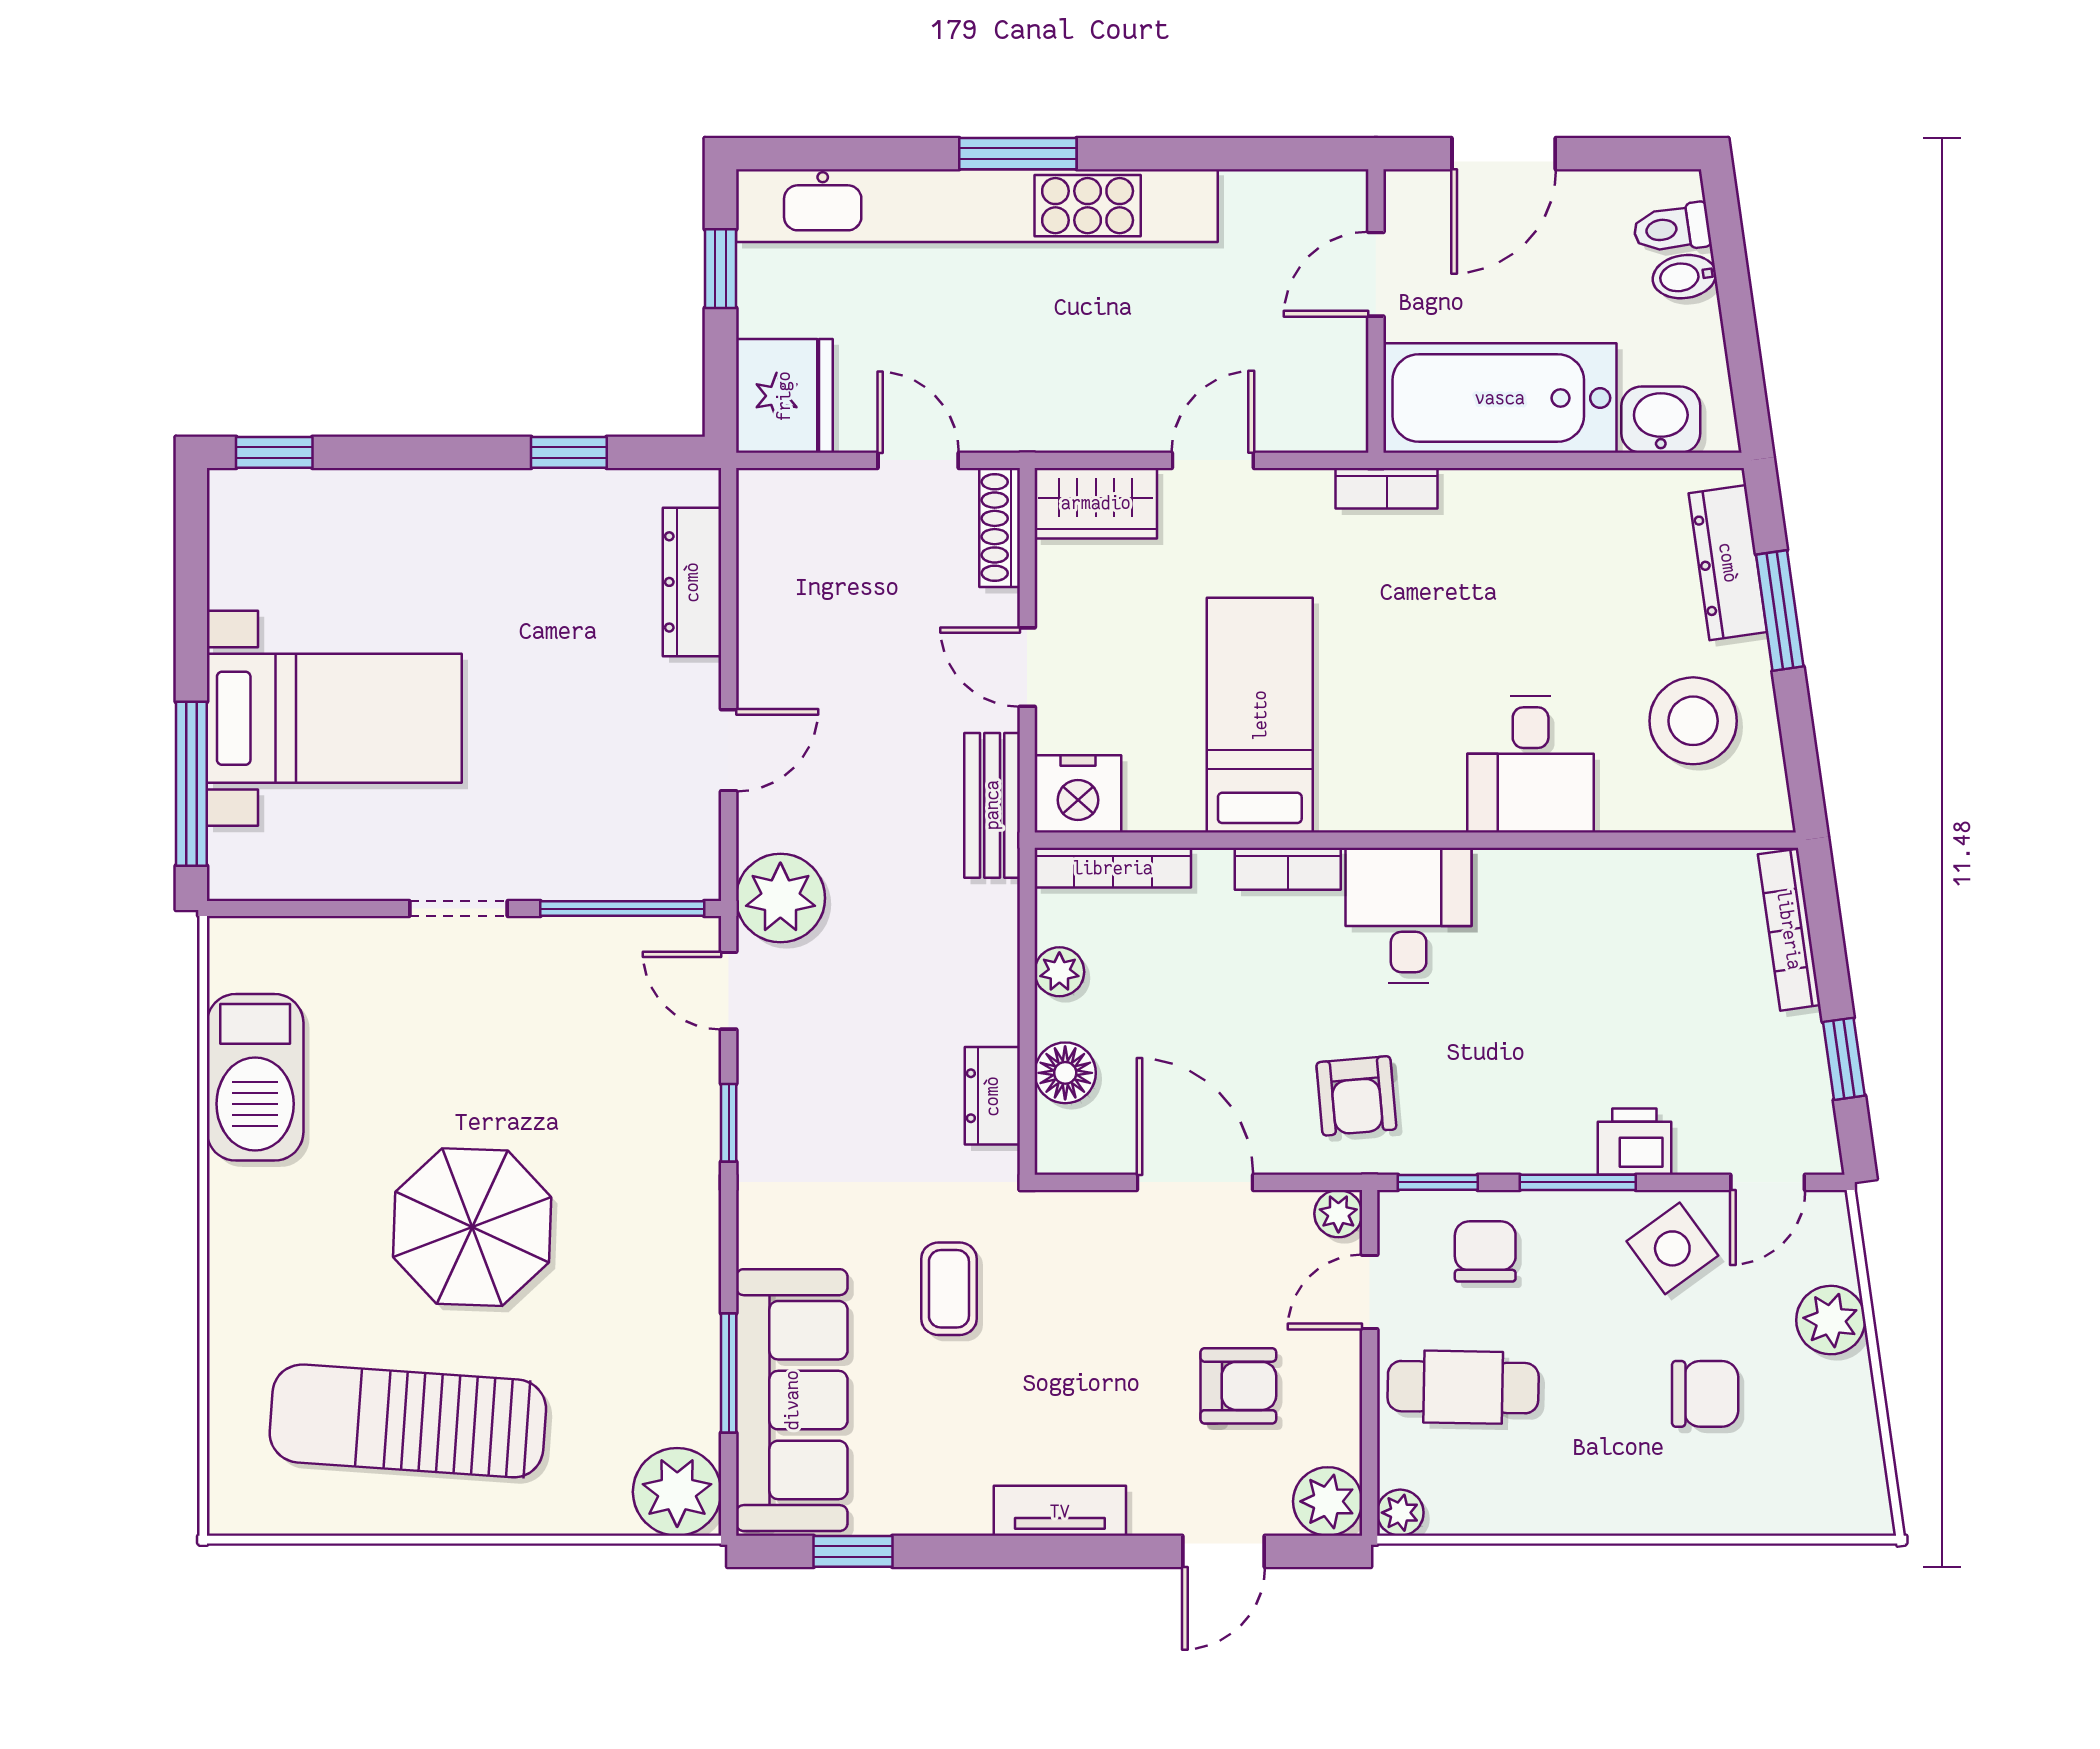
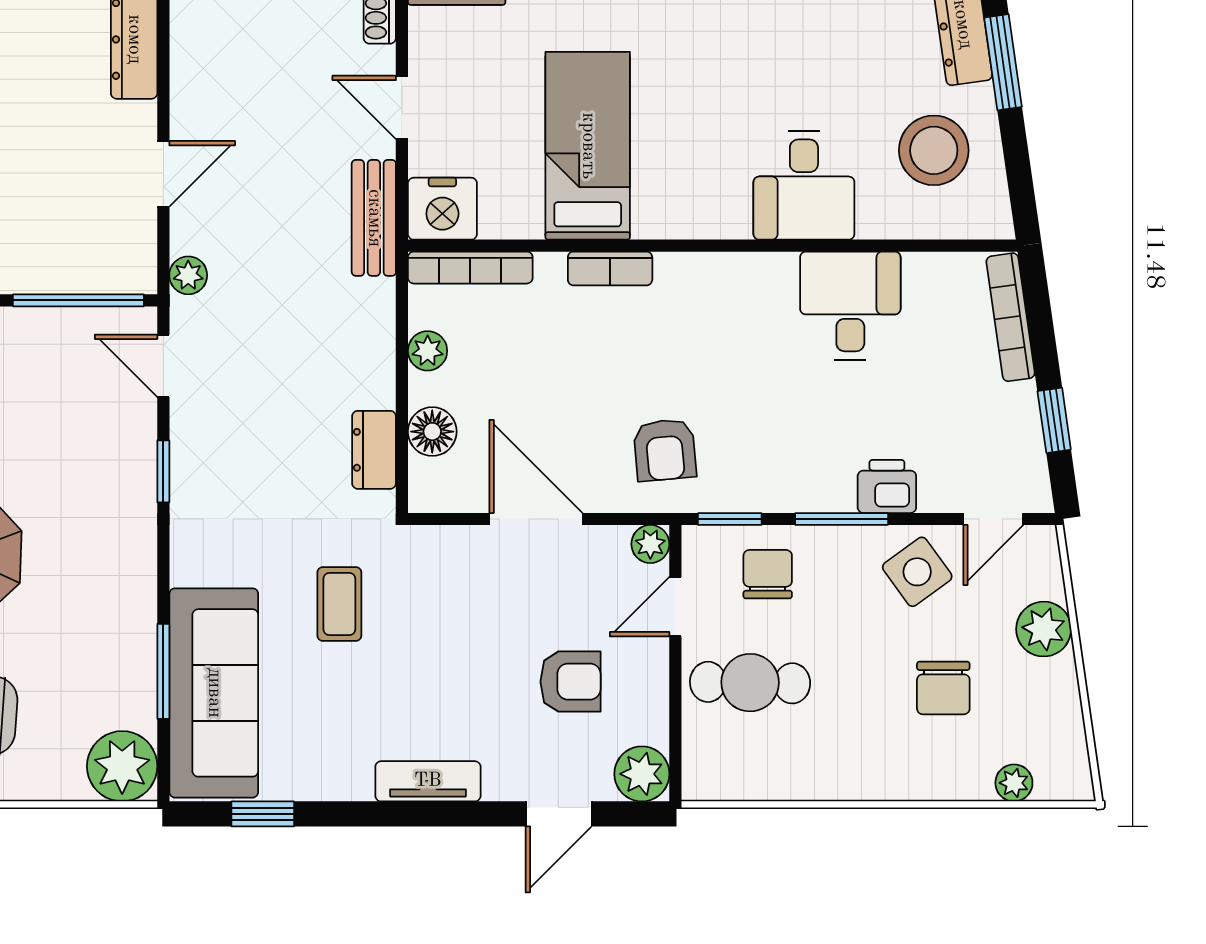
plant: (780, 898) -> (188, 275), width x0.53, depth x0.53
desk: (1409, 915) -> (850, 306), moved
chair: (1705, 1394) -> (943, 688), turned 90
plant: (1400, 1513) -> (1014, 783), moved

